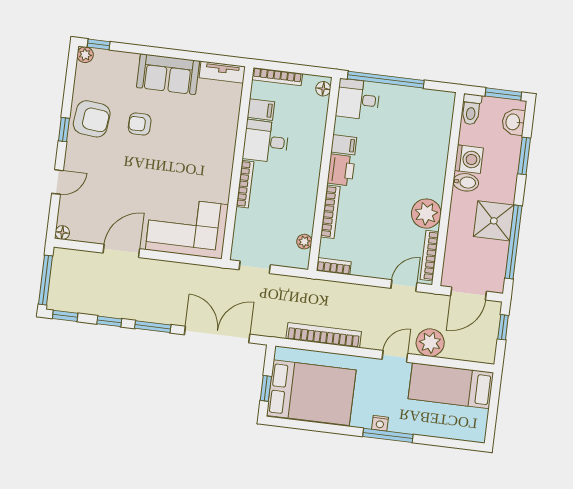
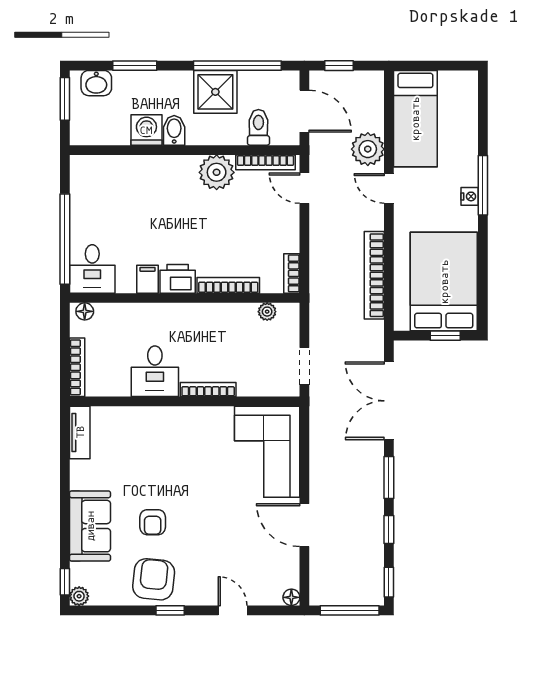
sofa: (168, 74) -> (90, 526), moved
toilet: (471, 109) -> (258, 127), moved, turned -90
filing cabinet: (261, 110) -> (118, 382), removed

